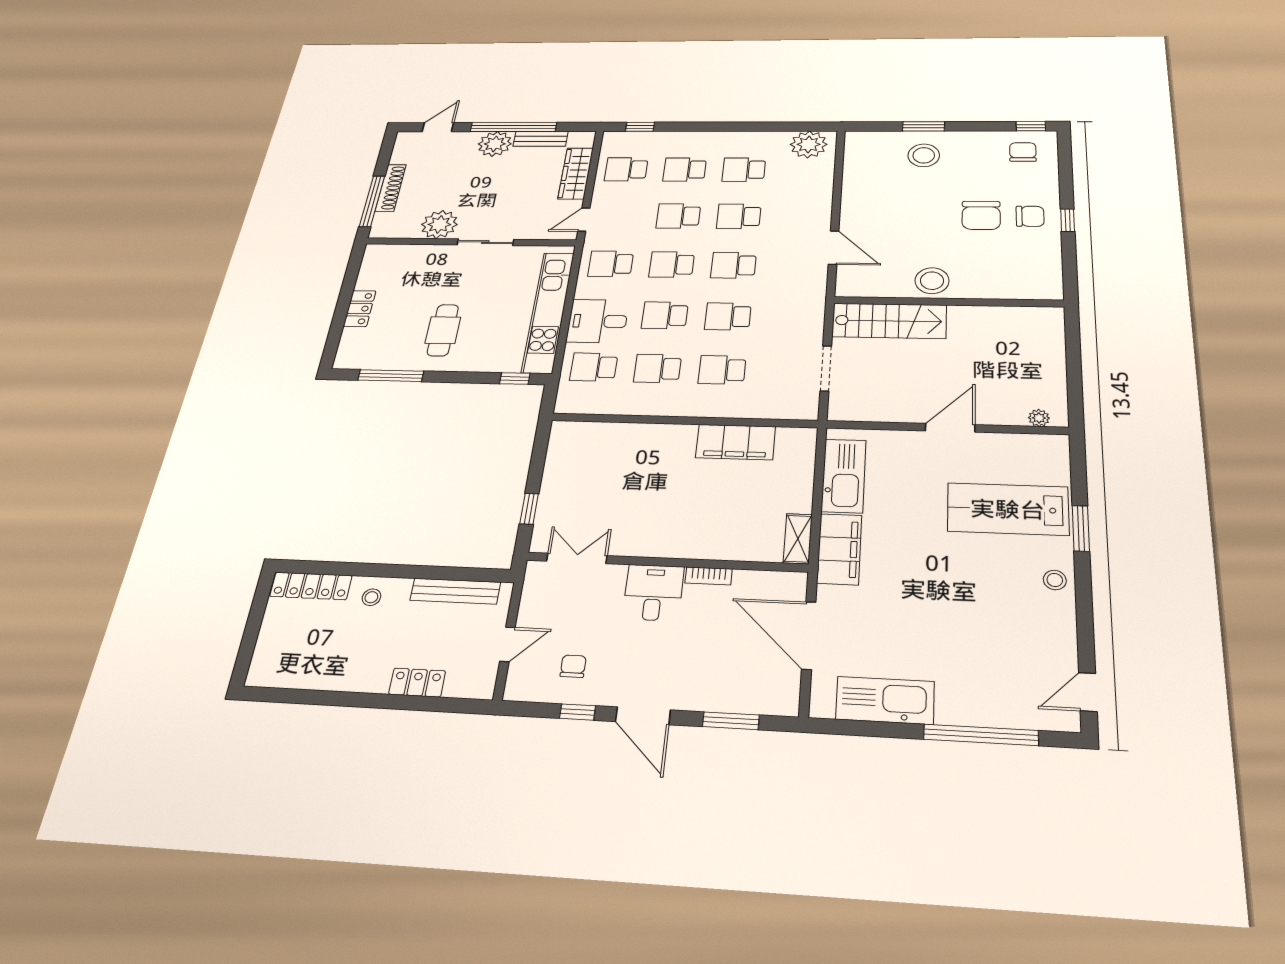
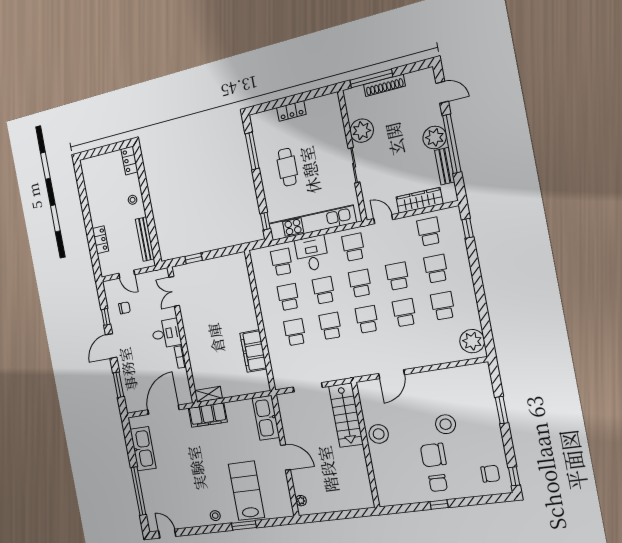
stool: (924, 155) -> (446, 424), moved
cafe table: (443, 330) -> (287, 167), turned 90
kitchen sink: (844, 476) -> (266, 418), moved, turned 90
double door: (577, 558) -> (174, 291), swing flipped
locker: (311, 586) -> (129, 160), width x0.66

